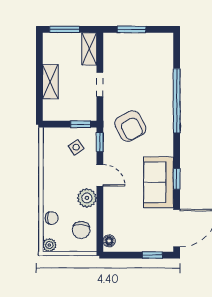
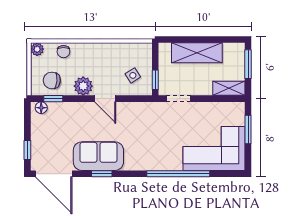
corner sofa: (151, 64) -> (214, 149), added
shelving: (50, 82) -> (197, 53), width x1.50, depth x1.33
doorway: (100, 84) -> (178, 99), moved
armchair: (130, 126) -> (153, 128), removed
window: (100, 142) -> (53, 99), moved
door: (100, 175) -> (105, 99), hinge flipped

